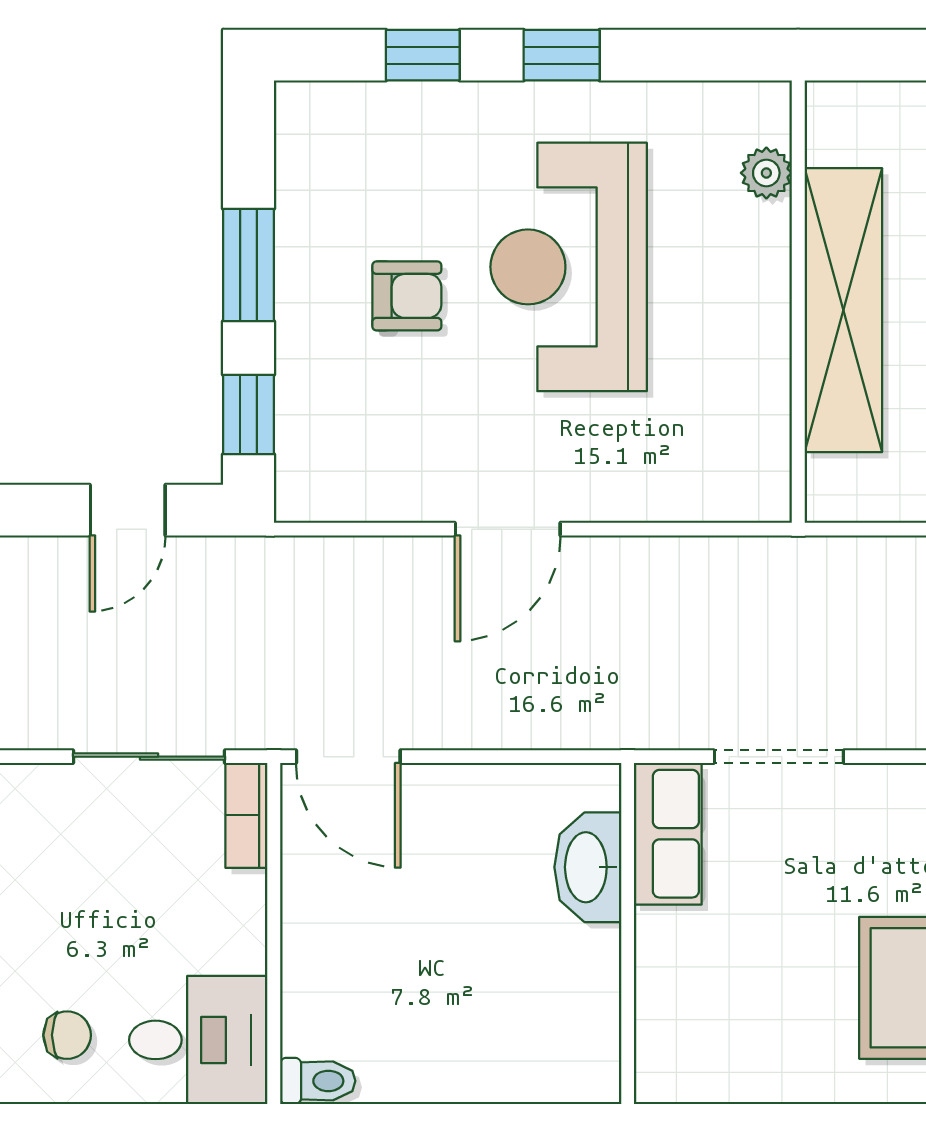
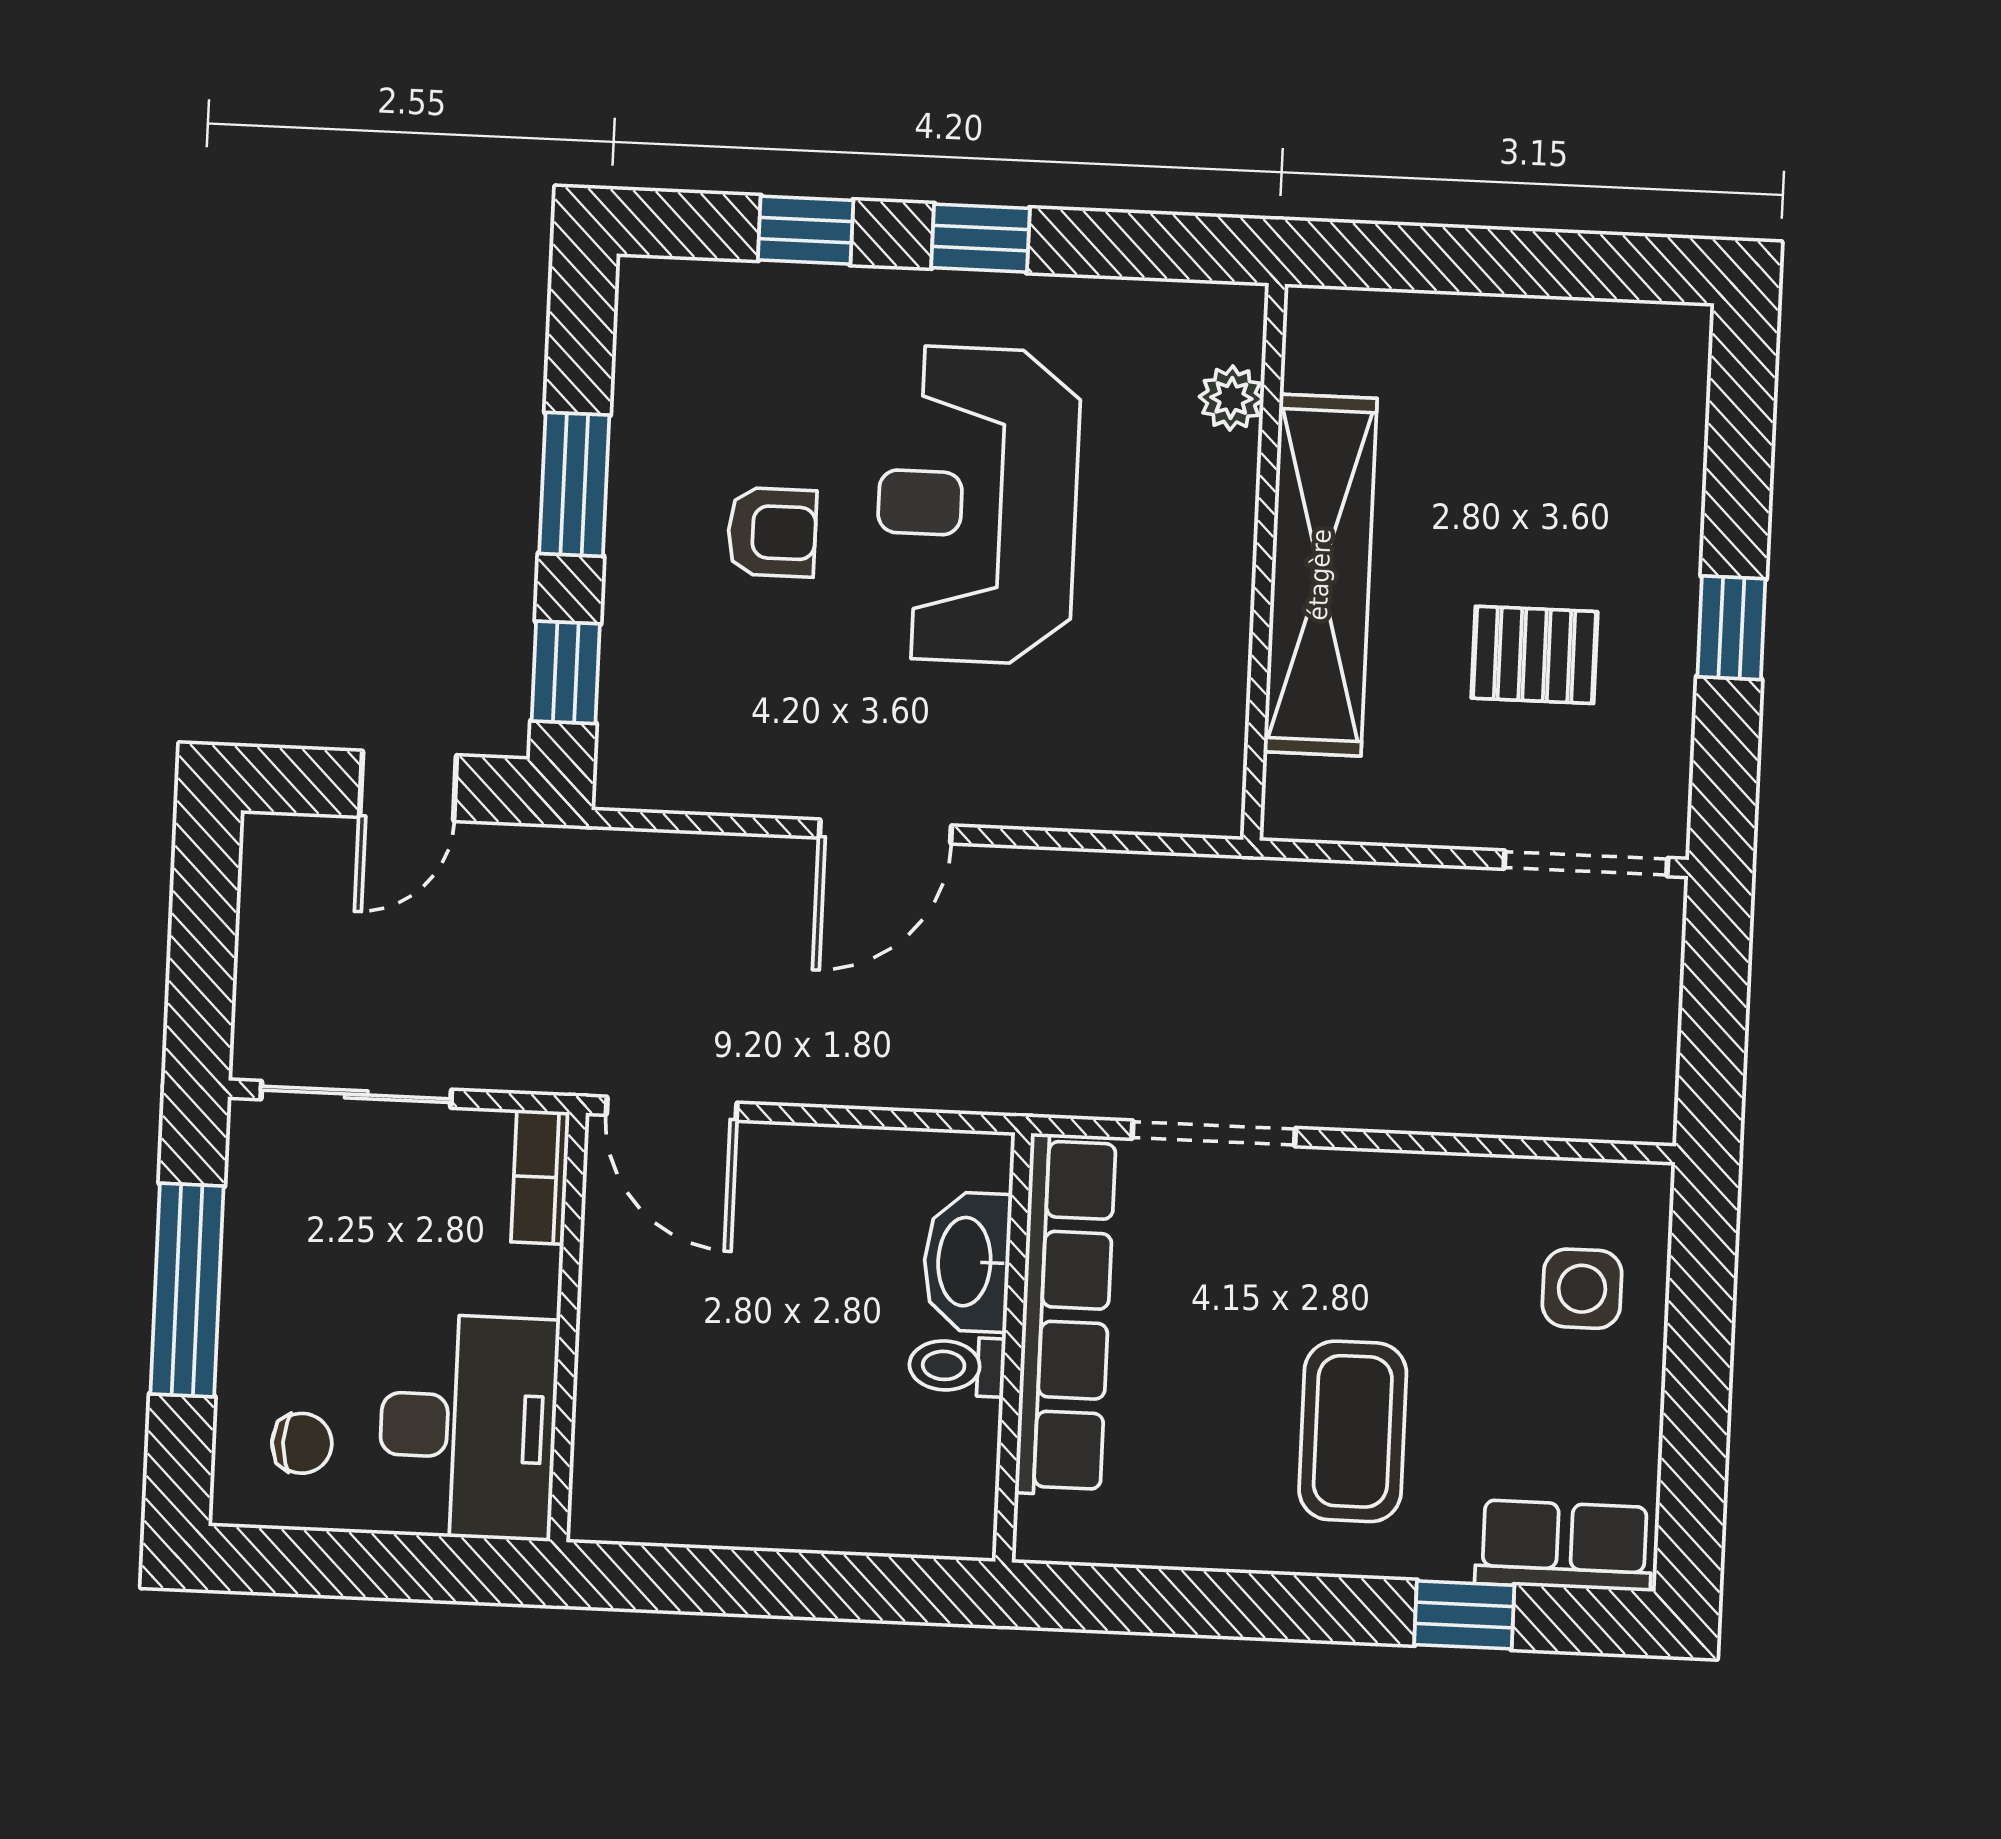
sliding door: (149, 757) -> (356, 1094), moved
row of seats: (668, 834) -> (1065, 1315), width x2.02
desk: (198, 1040) -> (468, 1427), width x1.37
toilet: (318, 1081) -> (957, 1366), moved, turned 180

